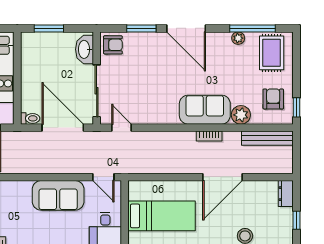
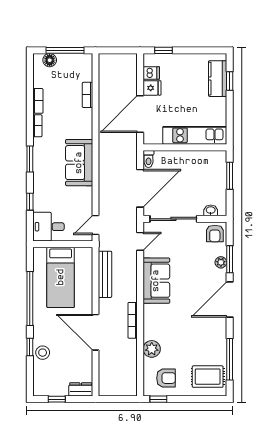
plant: (238, 38) -> (221, 262), moved
washbasin: (85, 49) -> (211, 210), width x0.52, depth x0.69
sofa: (205, 110) -> (156, 281), moved
bookcase: (209, 136) -> (133, 320), width x1.56
bench: (267, 138) -> (105, 274), moved
sofa: (58, 195) -> (79, 163), moved

